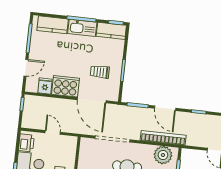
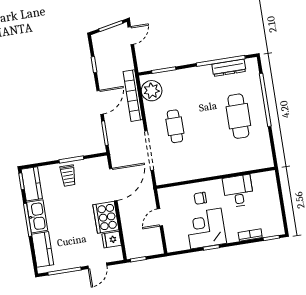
door: (26, 68) -> (97, 266), swing flipped
trolley: (100, 72) -> (68, 176), moved
printer: (26, 143) -> (179, 243), removed

